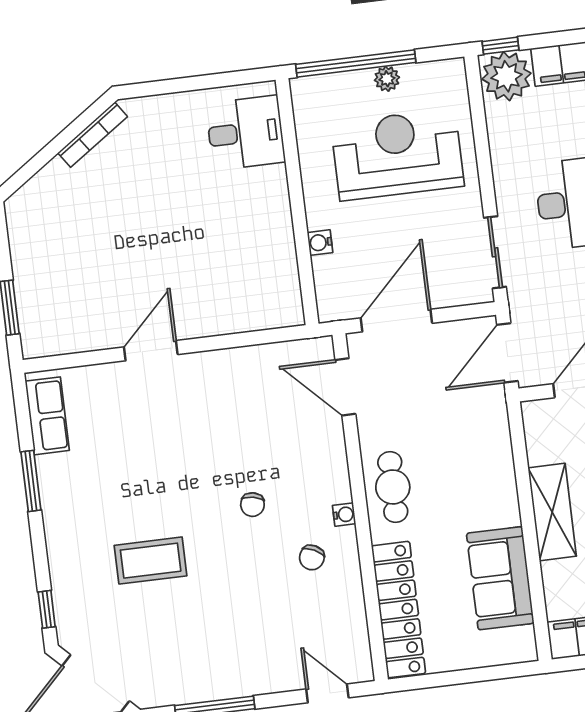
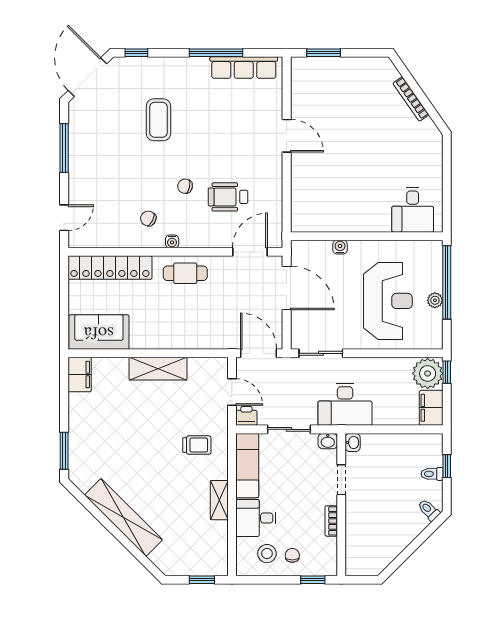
bookcase: (93, 135) -> (411, 99), moved
row of seats: (47, 416) -> (244, 67), width x1.48
wheelchair: (261, 433) -> (228, 197), added
window: (31, 481) -> (216, 53), width x1.44
sofa: (500, 578) -> (99, 332), moved

